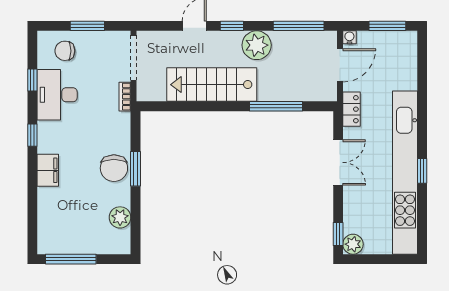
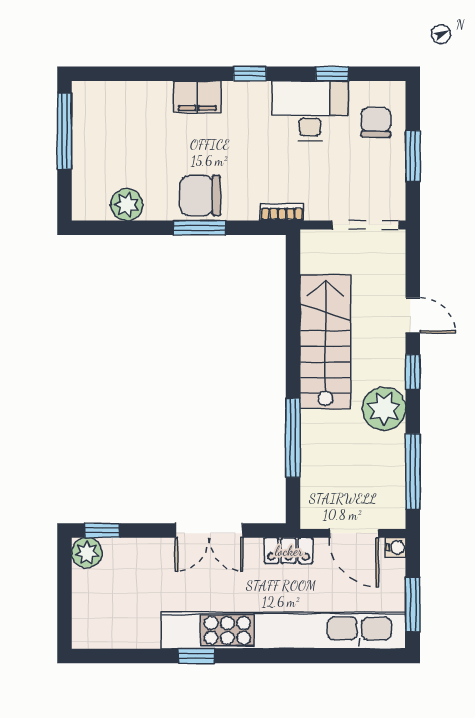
bookcase: (125, 97) -> (282, 212), moved
kitchen unit: (405, 173) -> (284, 630), moved

